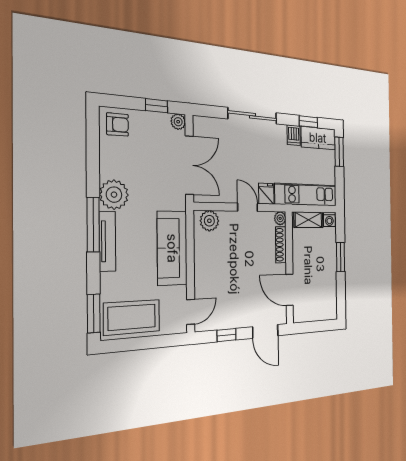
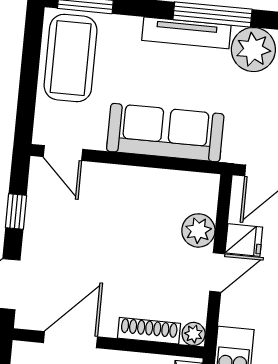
fridge: (266, 194) -> (244, 240), moved
plant: (209, 221) -> (198, 230), moved

